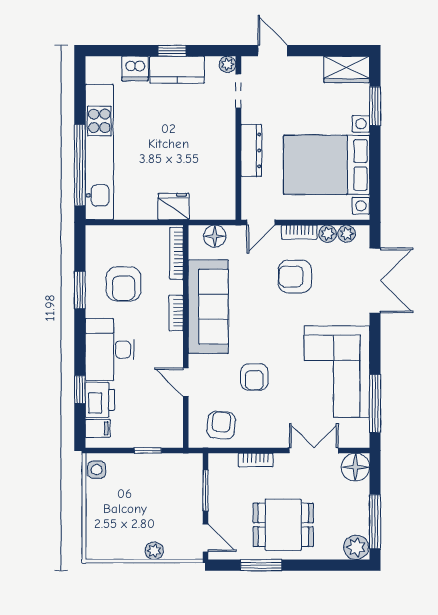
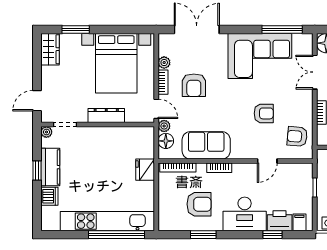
plant: (347, 234) -> (164, 126), moved
sofa: (208, 307) -> (206, 145), width x0.73

